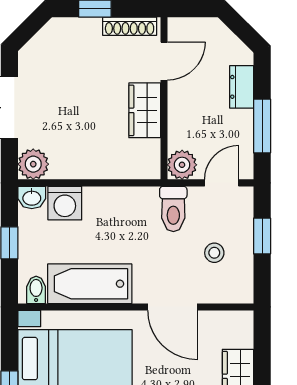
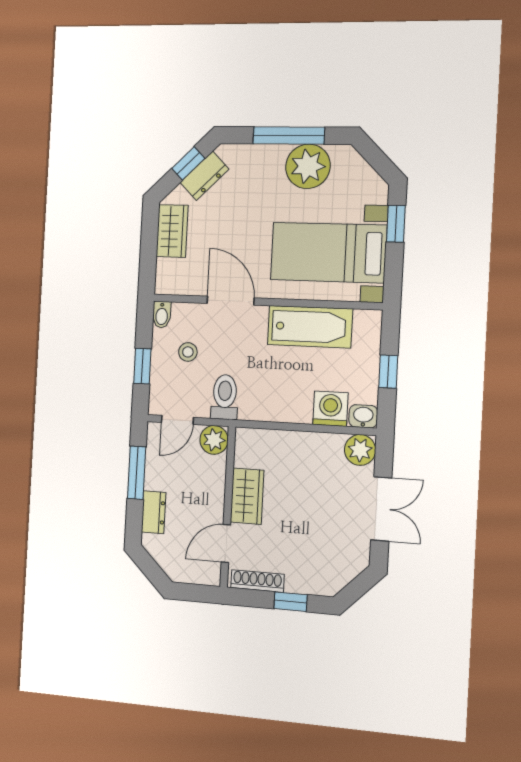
bidet: (36, 290) -> (162, 315), moved

